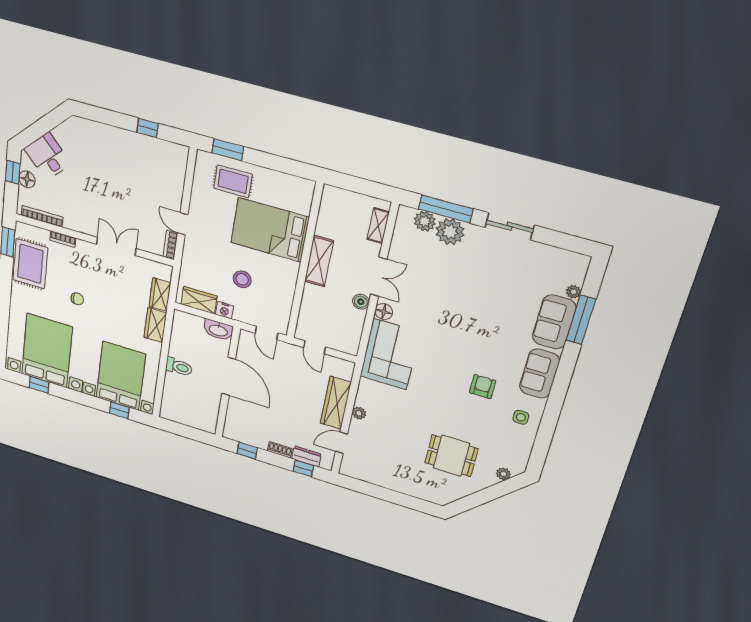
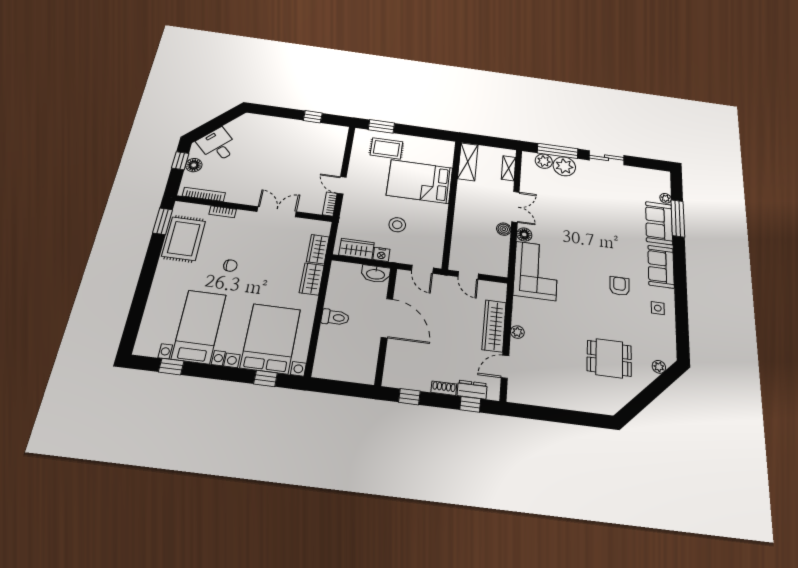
shelving: (319, 261) -> (468, 162), moved
bed with nightstands: (47, 351) -> (199, 327), width x0.73

